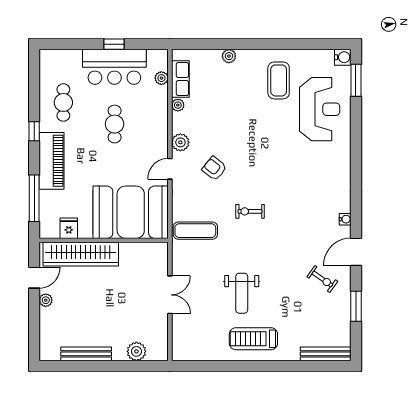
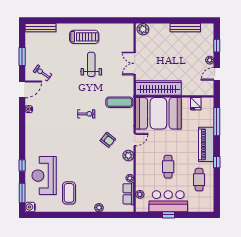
window: (356, 126) -> (22, 165), added
wardrobe: (81, 254) -> (158, 88), moved
window: (34, 324) -> (217, 46), added
plant: (136, 351) -> (143, 29), moved

